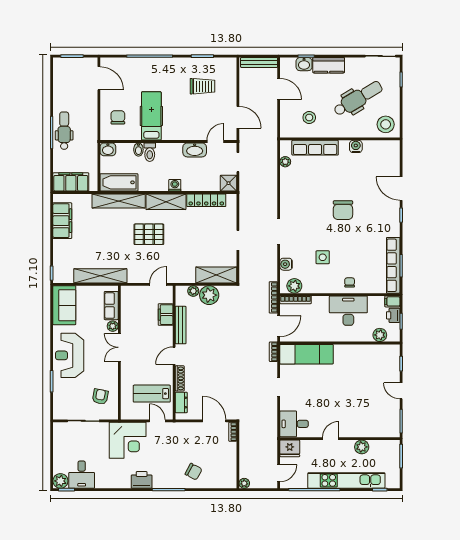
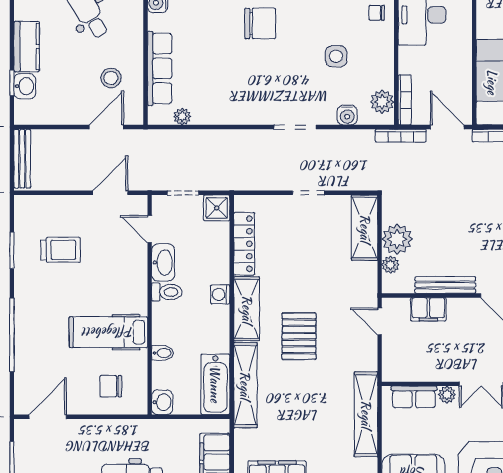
trolley: (202, 86) -> (61, 250), turned 90
door: (279, 89) -> (106, 127), moved
toilet: (150, 152) -> (167, 292), moved

